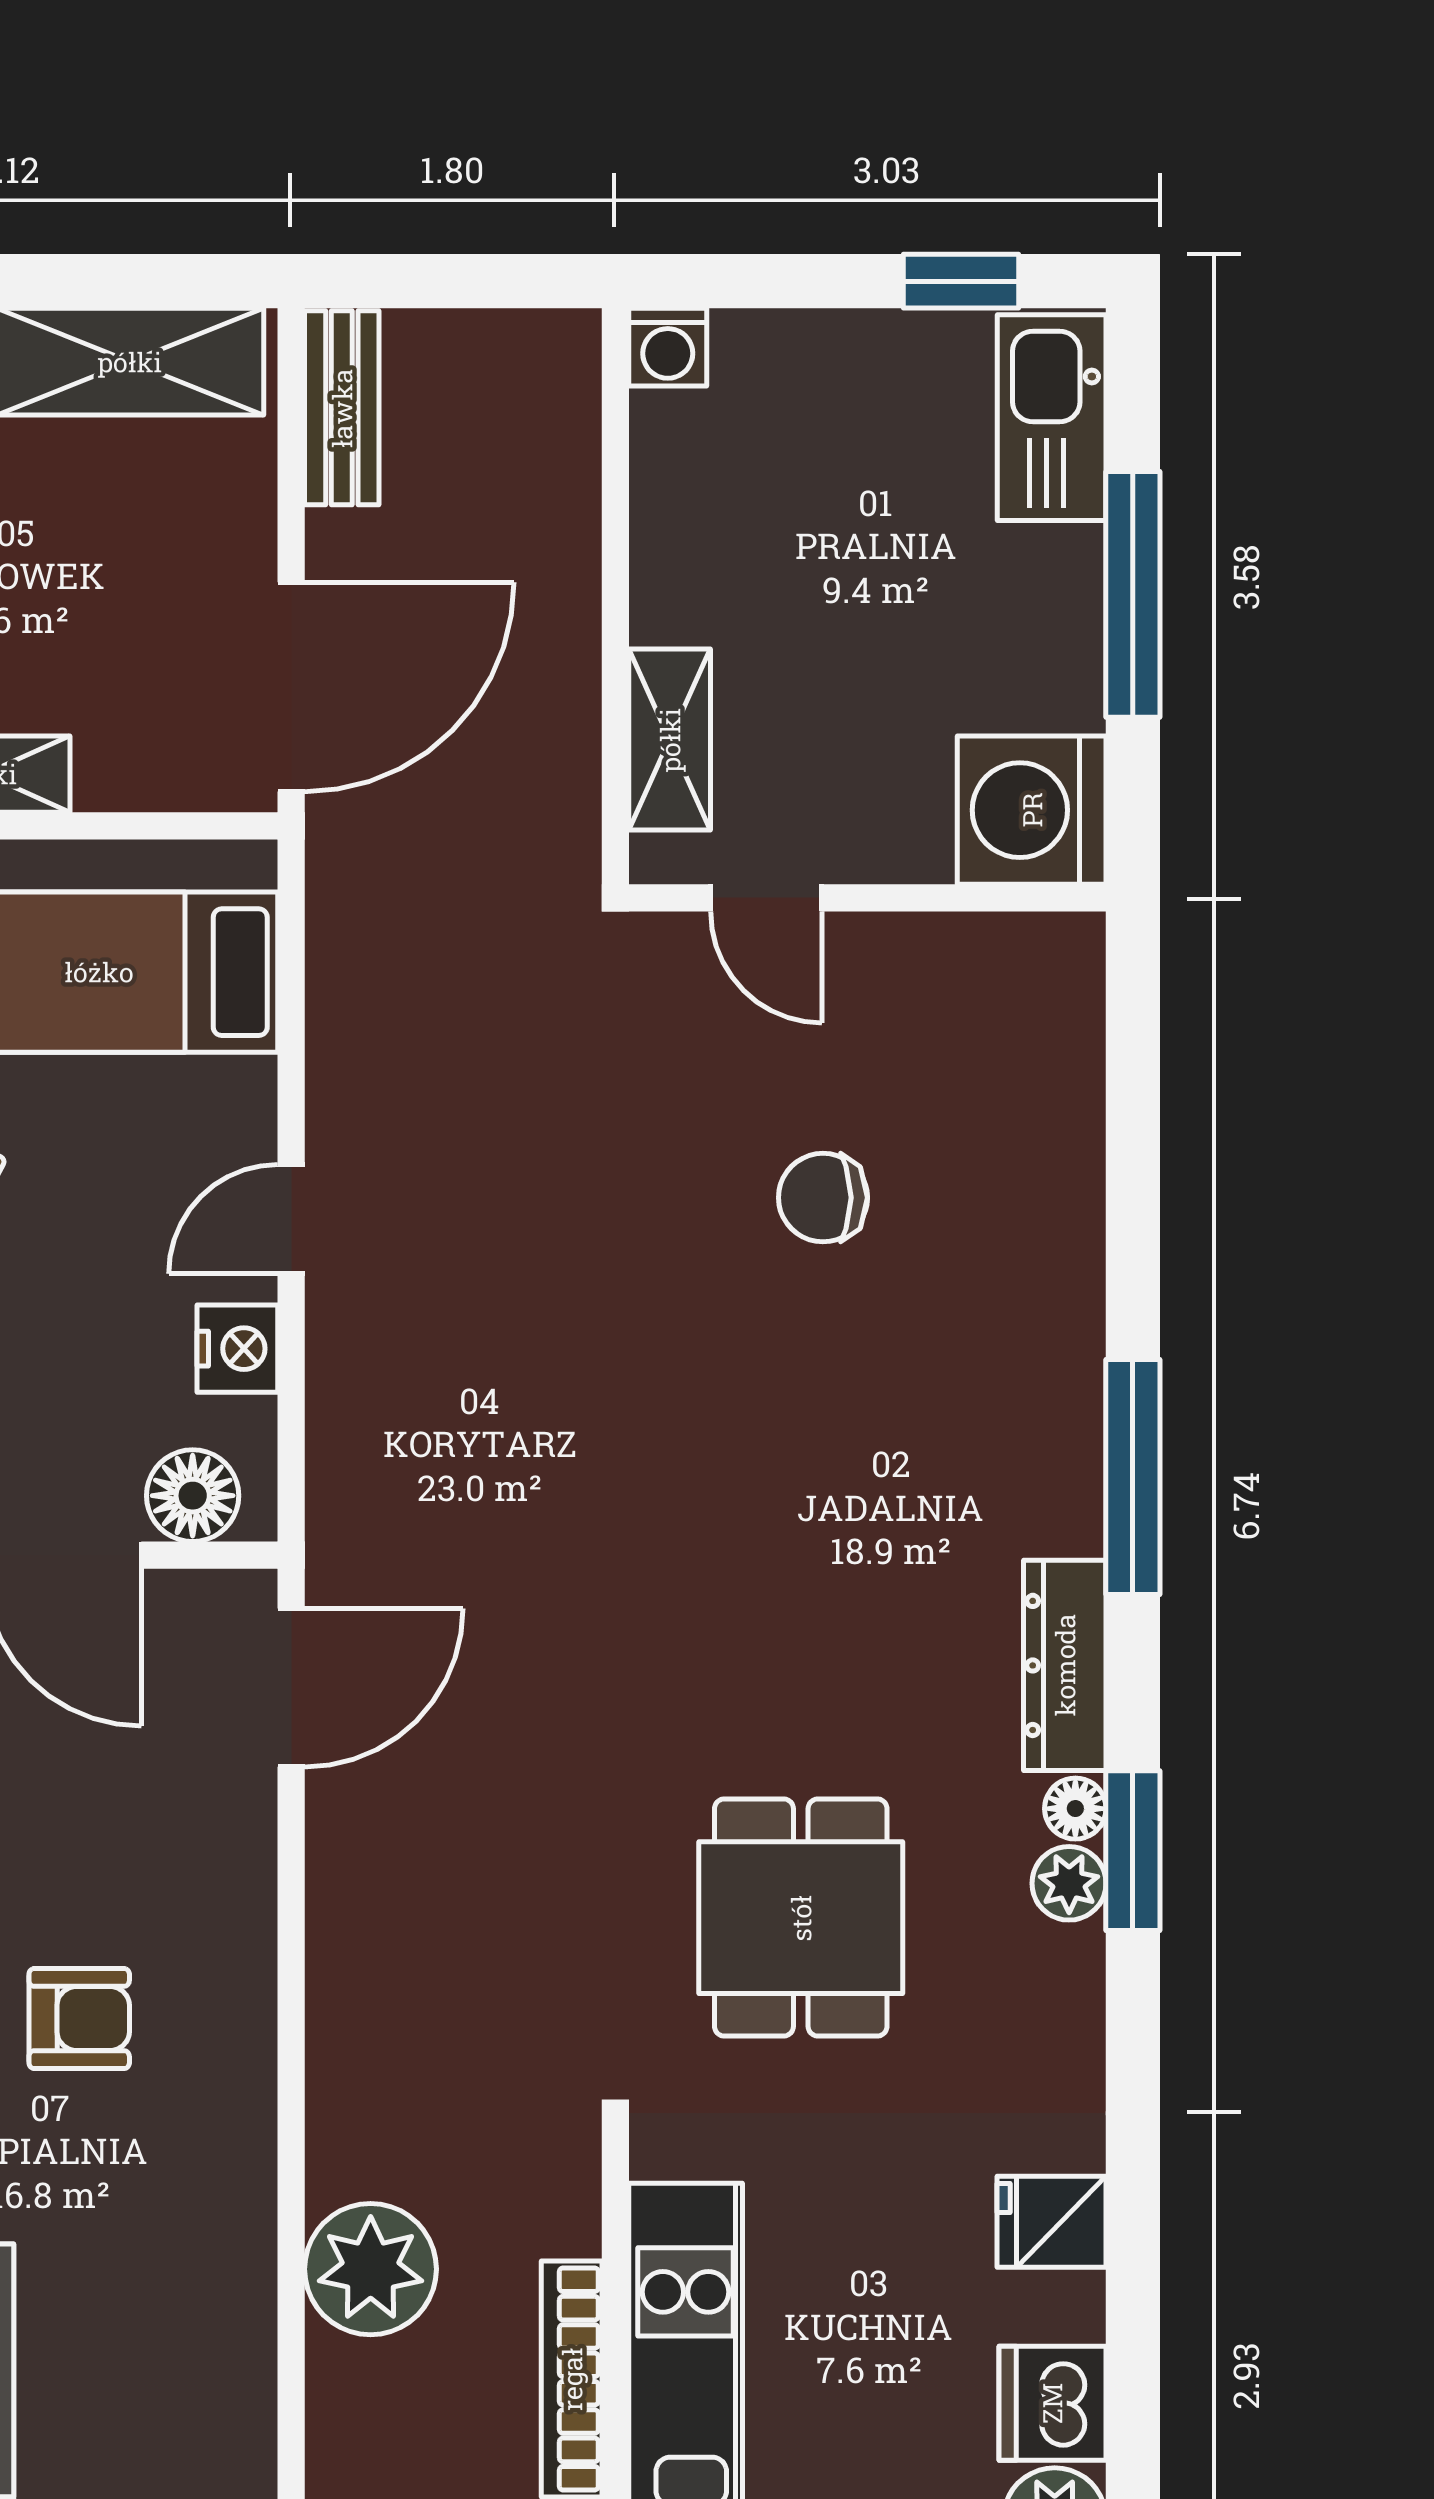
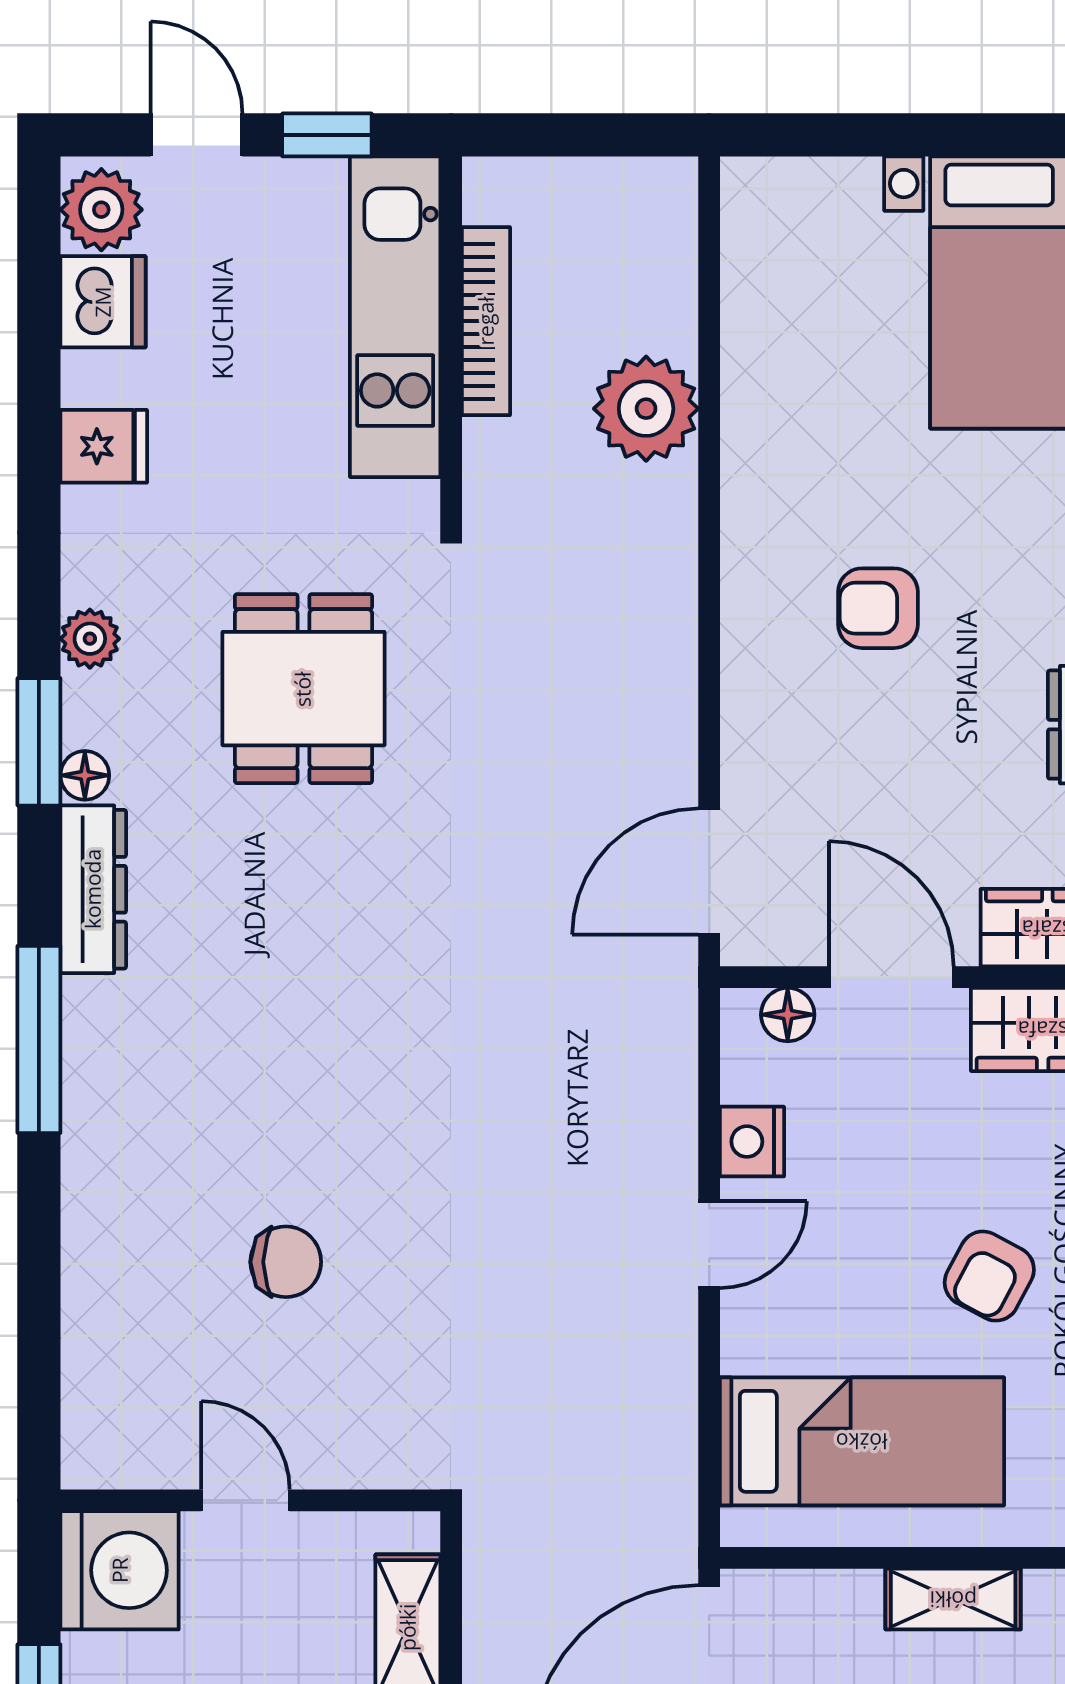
door: (766, 898) -> (245, 1500), moved
floor lamp: (193, 1496) -> (788, 1015), width x0.73, depth x0.73
plant: (1069, 1883) -> (90, 639), moved

